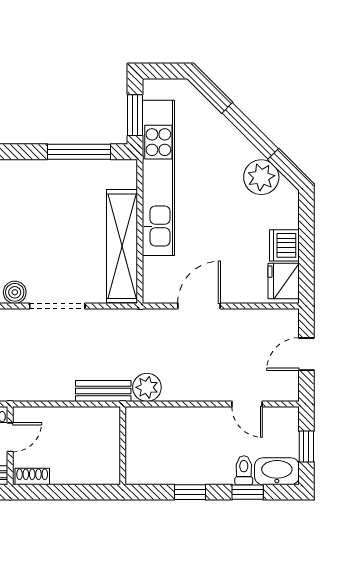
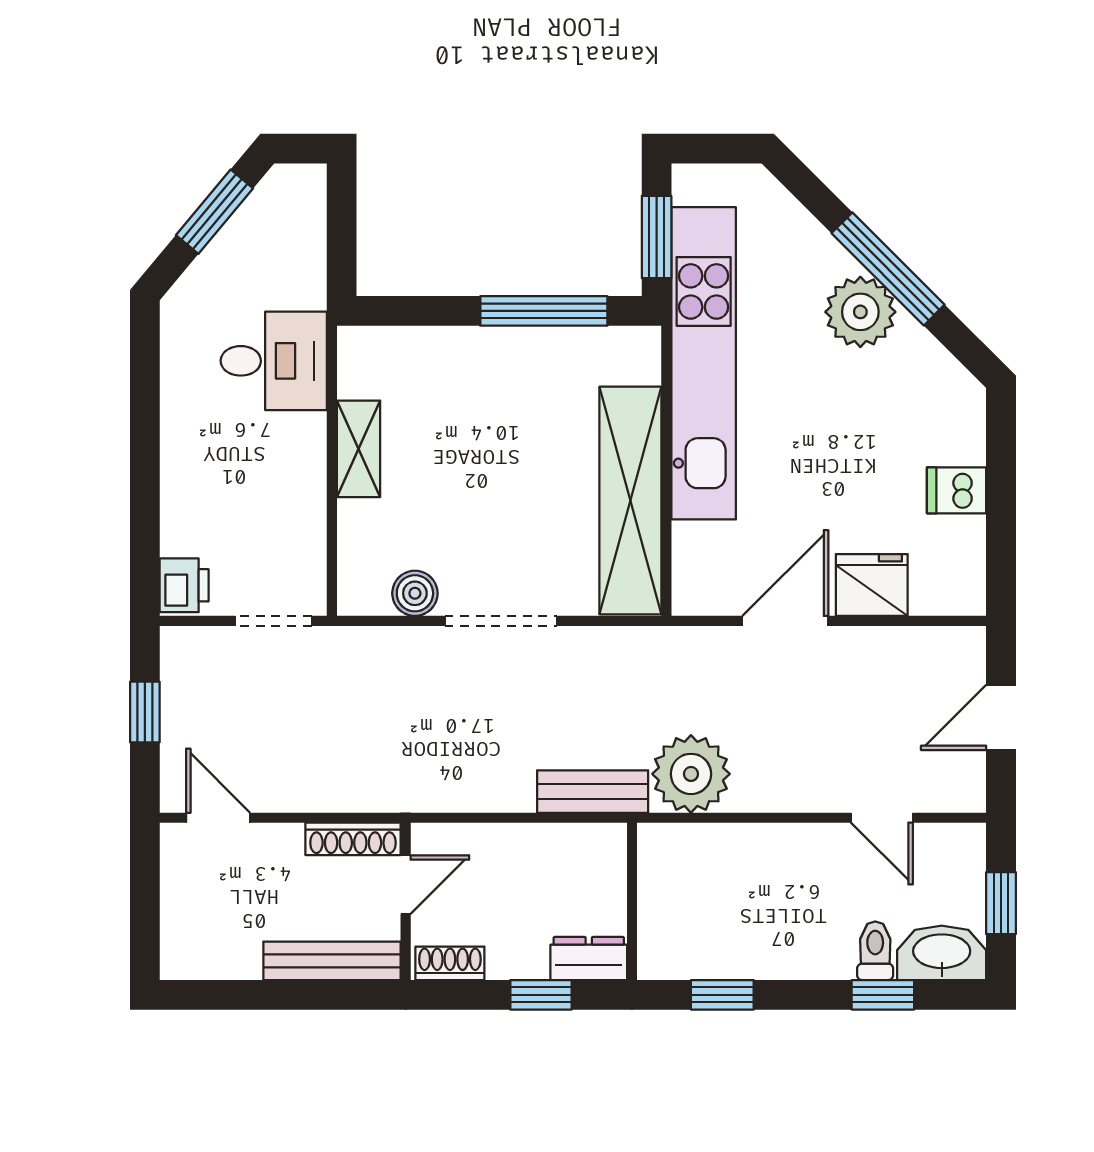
plant: (261, 177) -> (860, 312), moved
dishwasher: (284, 245) -> (957, 490), width x0.73
fridge: (284, 281) -> (872, 585), moved, turned 90
plant: (147, 387) -> (691, 774), width x1.36, depth x1.36
dresser: (101, 474) -> (589, 959), added
window: (77, 492) -> (541, 995), added
window: (190, 492) -> (722, 995), moved

